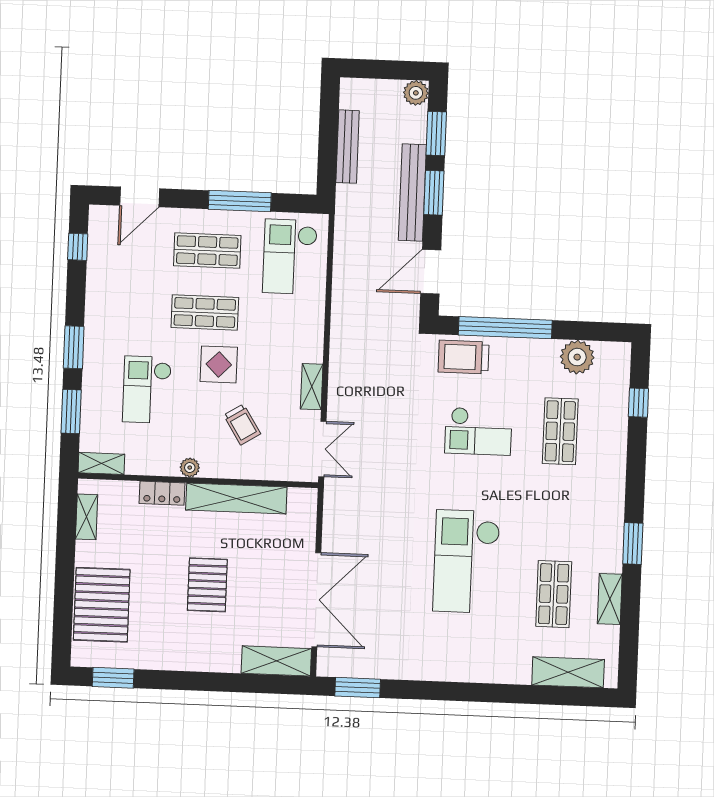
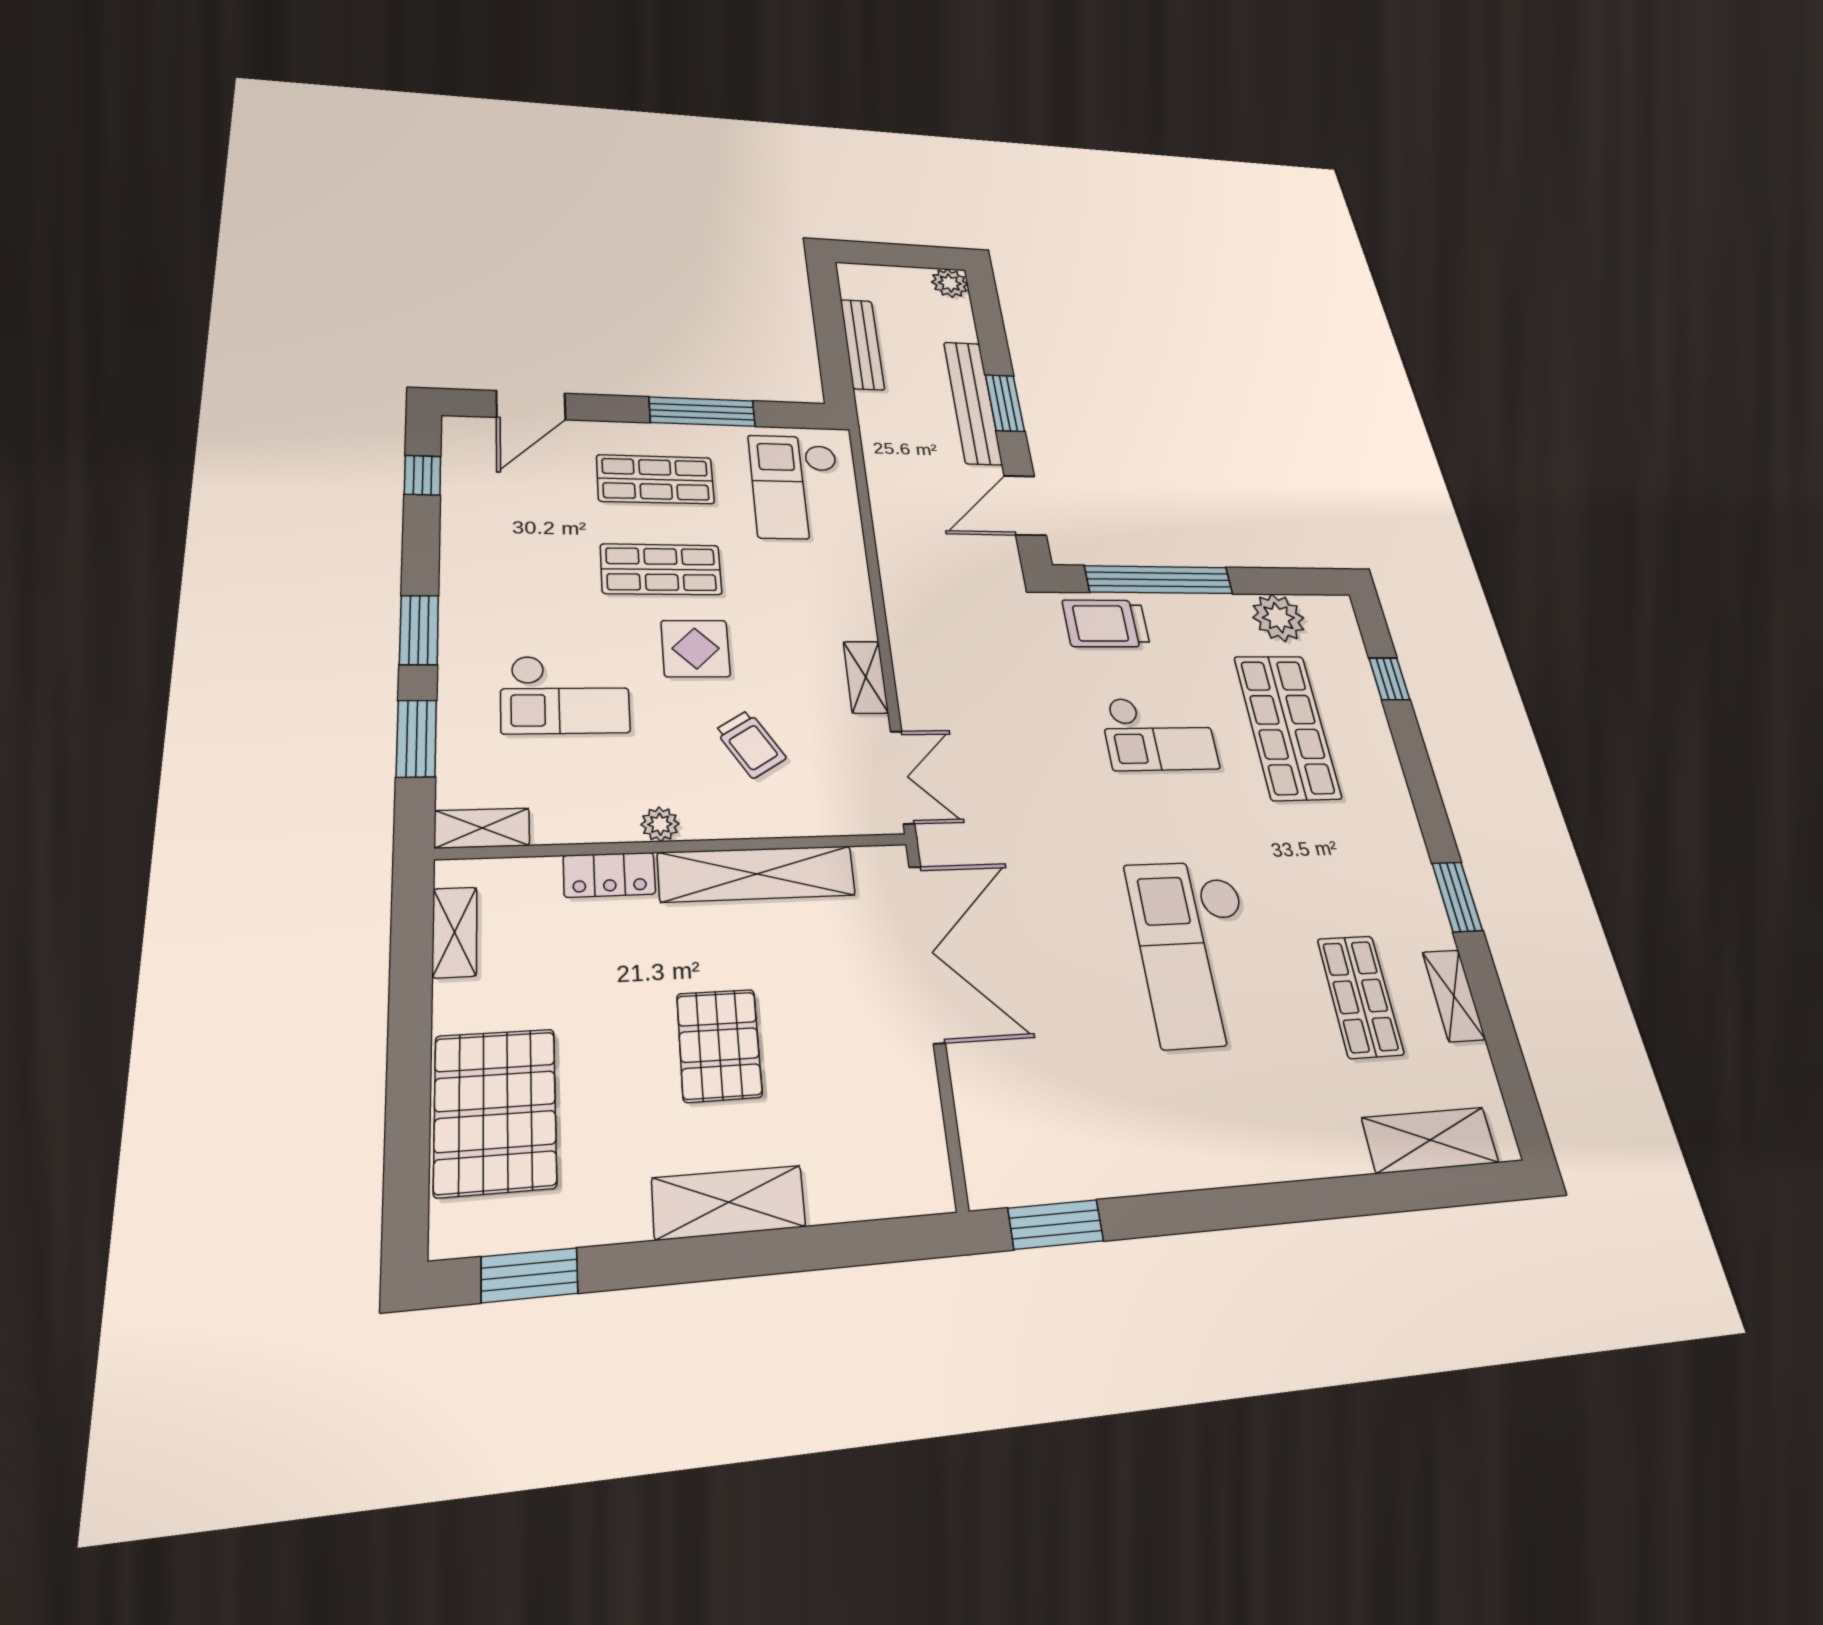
window: (436, 134) -> (991, 331), removed
checkout: (147, 390) -> (565, 694), turned -90
shop shelf: (560, 431) -> (1287, 727), width x1.43, depth x1.36
double door: (316, 600) -> (927, 953), moved
shelving: (276, 661) -> (729, 1202), moved

